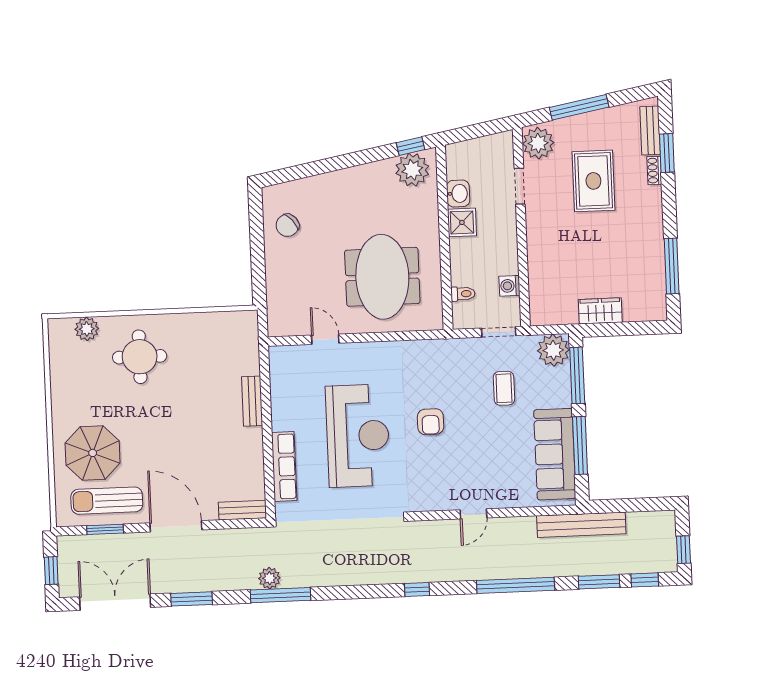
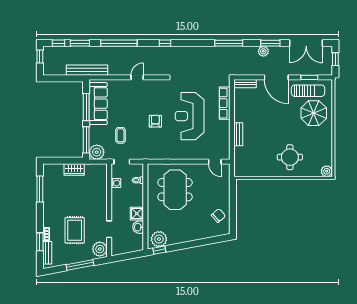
plant: (87, 329) -> (327, 171), moved
door: (325, 339) -> (215, 162), moved
plant: (269, 578) -> (263, 51), moved

